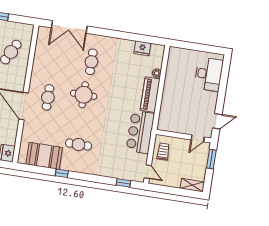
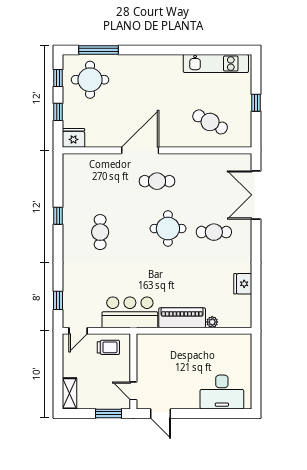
fridge: (142, 48) -> (243, 284), moved
booth: (44, 156) -> (78, 188), removed

